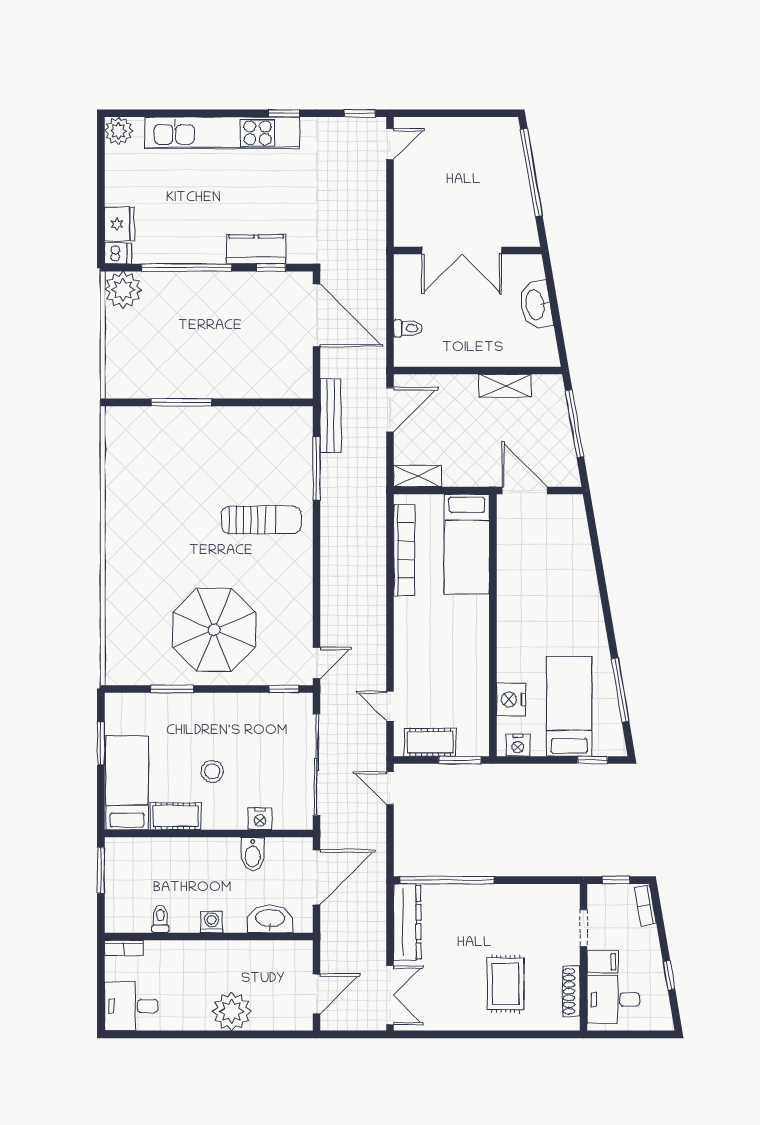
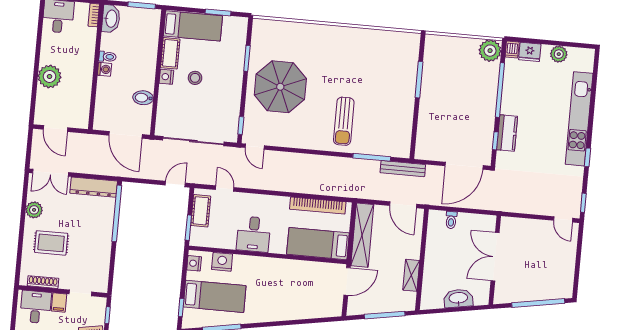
plant: (118, 131) -> (559, 54), moved
shelving: (418, 476) -> (362, 235), width x2.20, depth x1.33
desk: (461, 652) -> (253, 234), added
door: (390, 706) -> (225, 189), hinge flipped
nightstand: (260, 819) -> (166, 77), moved
toilet: (160, 919) -> (107, 57), moved
washbasin: (270, 919) -> (111, 19), moved
plant: (454, 1017) -> (34, 210), added

